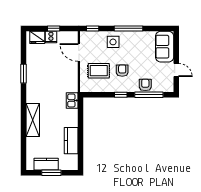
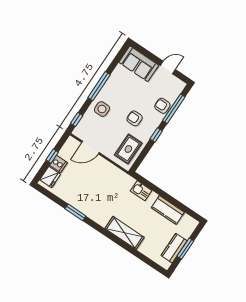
rug: (99, 71) -> (128, 149), moved
kitchen sink: (72, 100) -> (141, 191), moved

